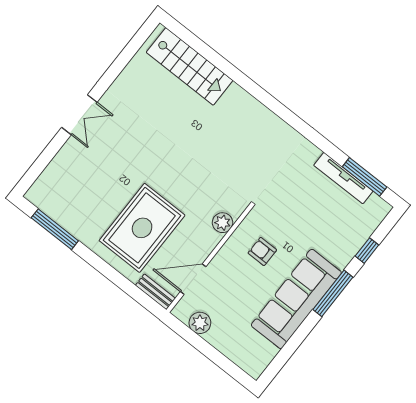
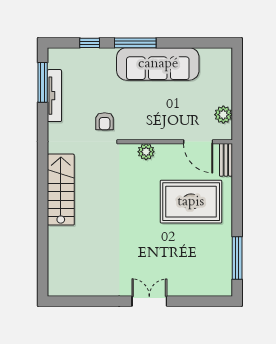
stairs: (190, 66) -> (61, 190), moved
armchair: (262, 252) -> (105, 121), moved

